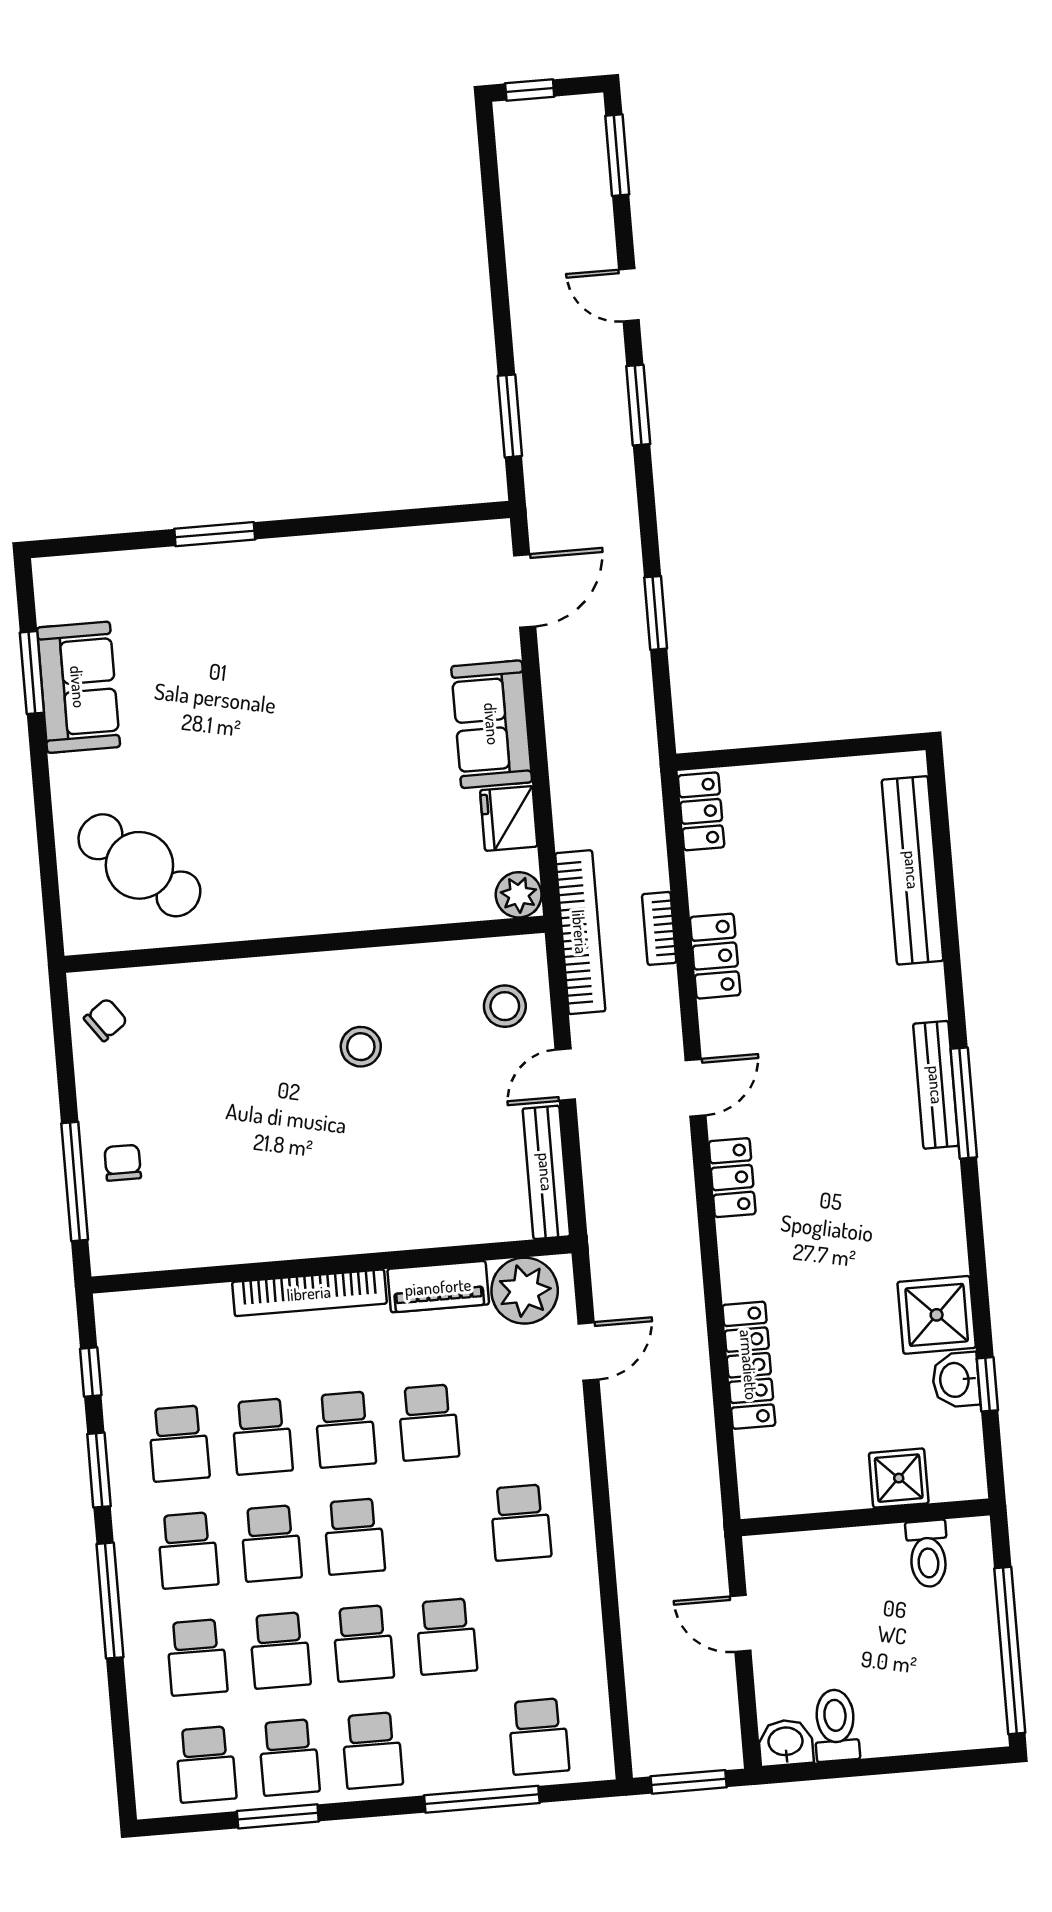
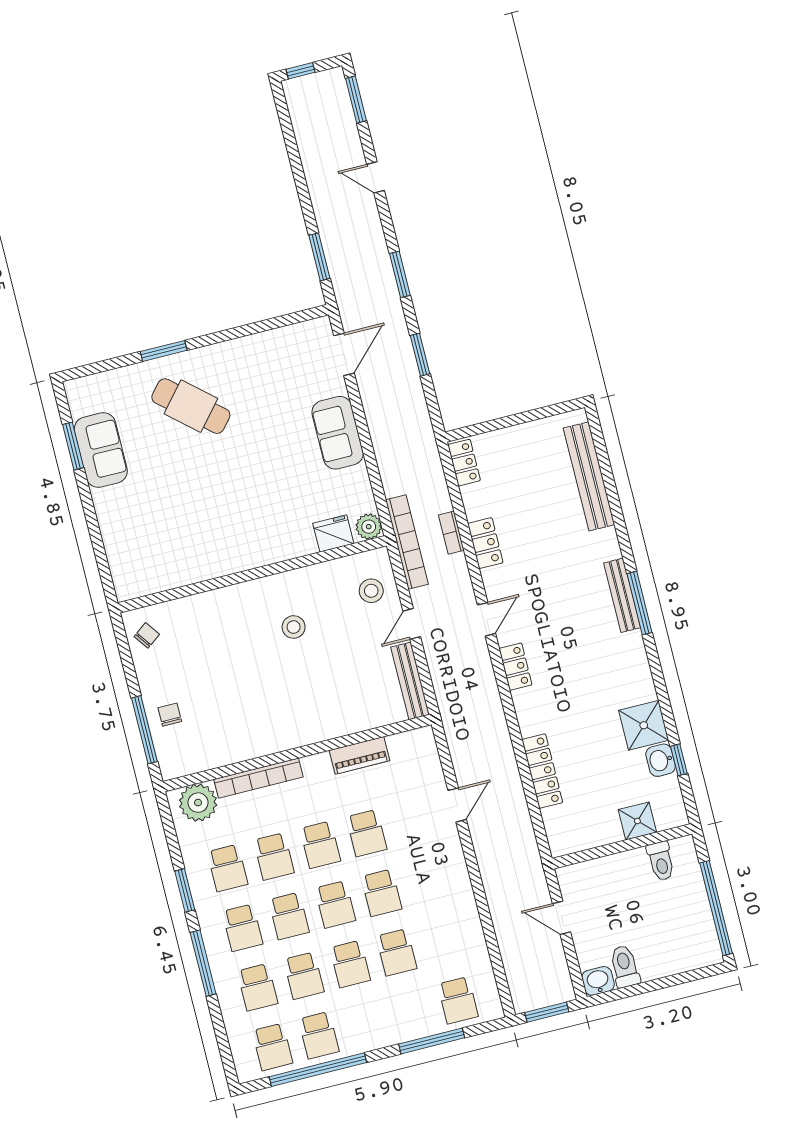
window: (638, 405) -> (400, 274), moved
fridge: (509, 818) -> (333, 533), moved, turned 90
cafe table: (139, 865) -> (191, 406), moved
plant: (525, 1291) -> (198, 803), moved
bookcase: (309, 1293) -> (258, 778), moved
door: (588, 1351) -> (457, 805), moved
window: (91, 1372) -> (171, 836), removed
school desk: (521, 1523) -> (382, 893), moved
school desk: (372, 1750) -> (365, 1024), removed
window: (278, 1816) -> (318, 1070), width x2.11

